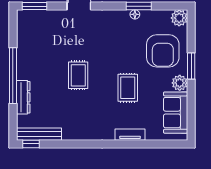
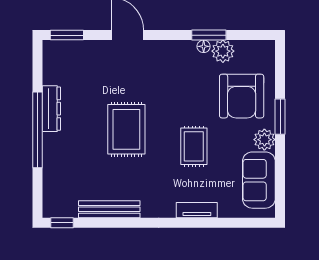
plant: (179, 18) -> (223, 51), moved
rug: (78, 75) -> (126, 129), width x1.36, depth x1.43
dresser: (23, 97) -> (51, 109), moved
bench: (39, 134) -> (109, 209), moved

